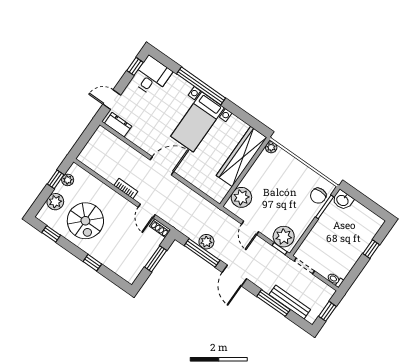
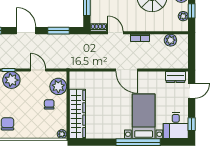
bed with nightstands: (197, 122) -> (144, 116), moved
door: (162, 166) -> (127, 70), hinge flipped
chair: (263, 186) -> (49, 104), added
plant: (206, 242) -> (170, 40), moved
window: (202, 253) -> (58, 31), width x0.69

